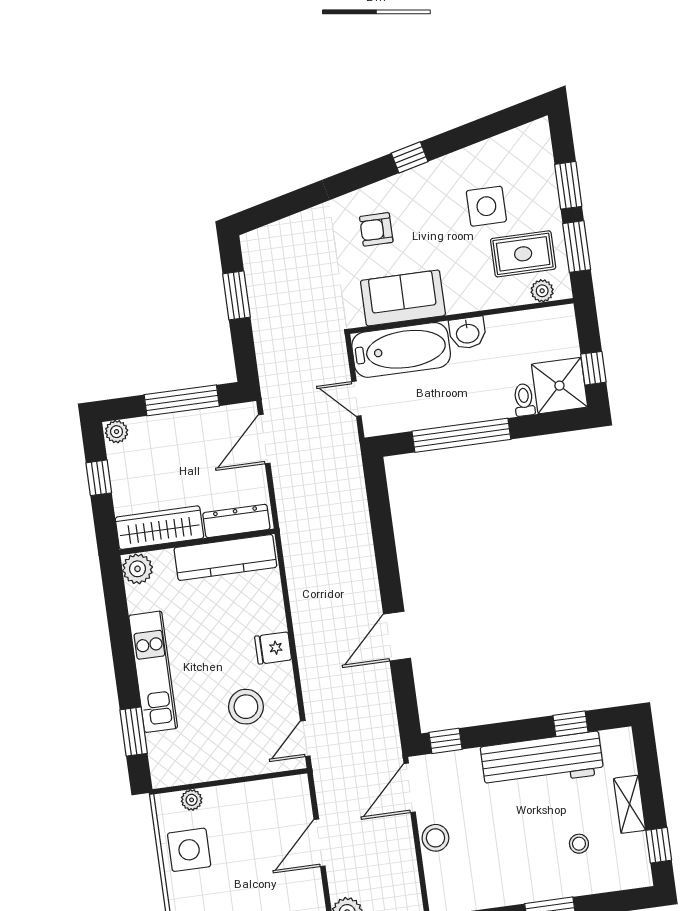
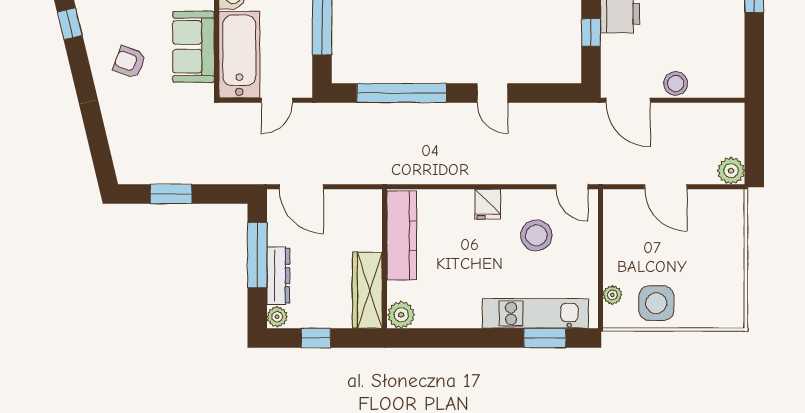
armchair: (376, 229) -> (129, 62), turned 110
dresser: (236, 521) -> (278, 276), moved, turned 180
window: (383, 536) -> (402, 93), added
door: (397, 636) -> (492, 93), width x0.73
kitchen unit: (153, 672) -> (535, 313), moved
window: (446, 741) -> (591, 32), moved

